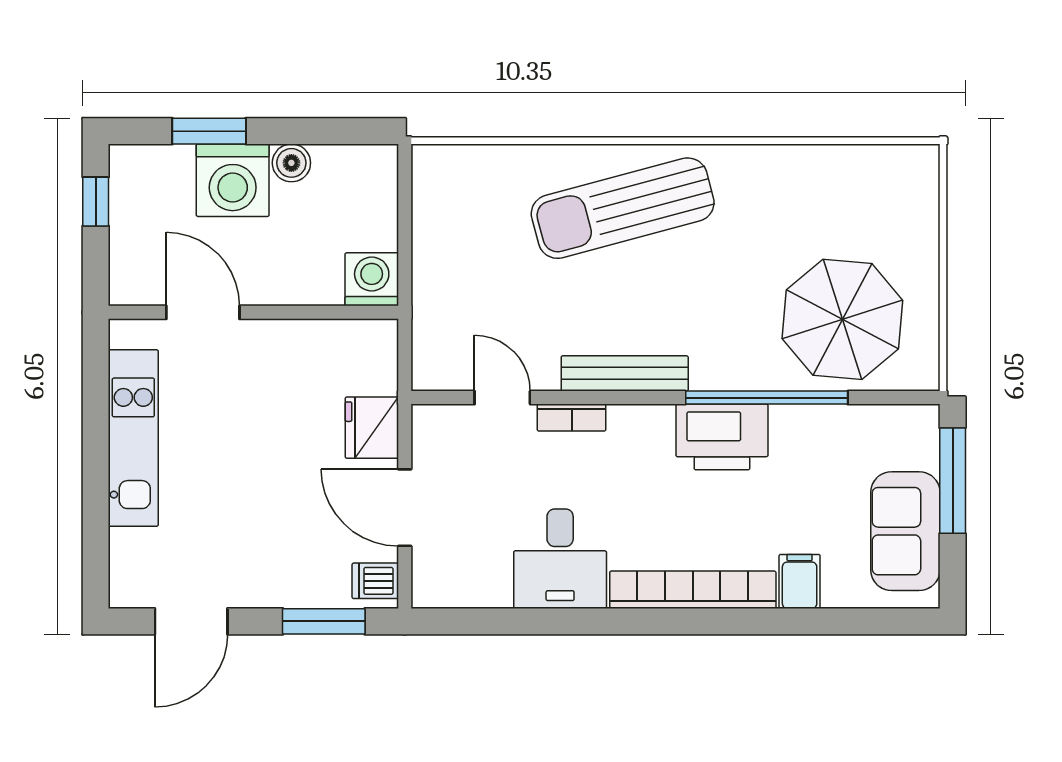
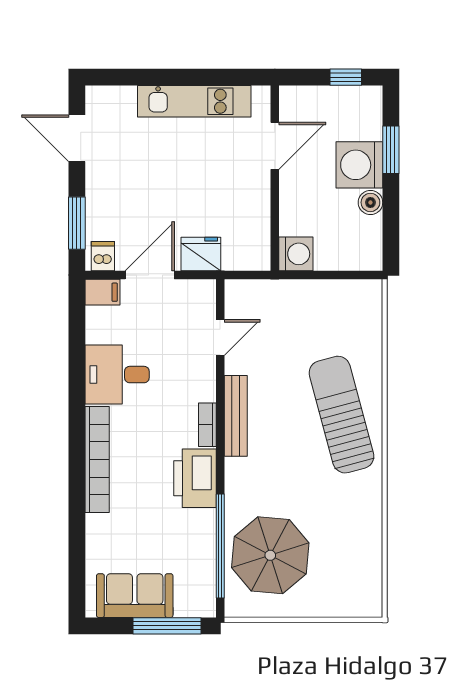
window: (767, 398) -> (220, 546), moved
bookcase: (572, 418) -> (207, 425), moved
filing cabinet: (800, 581) -> (102, 292), moved

